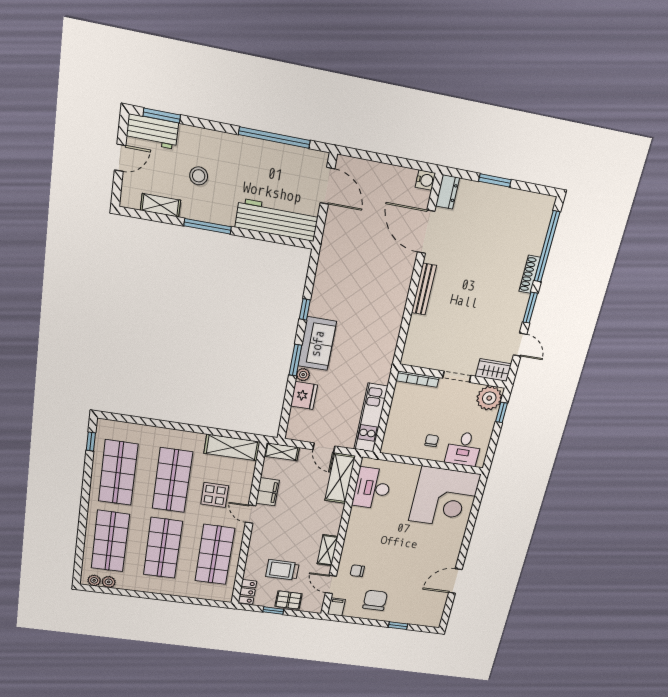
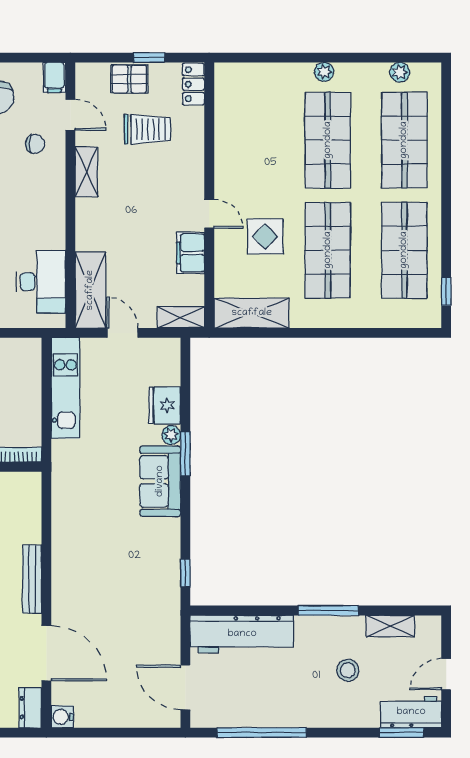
window: (305, 309) -> (185, 573), moved
shop shelf: (215, 555) -> (251, 140), removed
plant: (94, 580) -> (324, 72), moved

